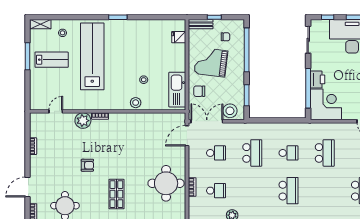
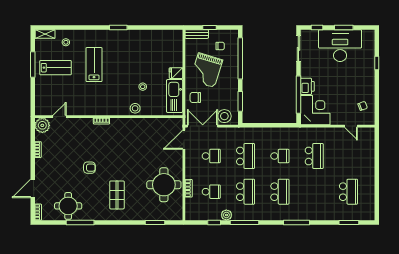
fridge: (179, 37) -> (176, 73), moved
lab bench: (92, 56) -> (94, 65), width x0.54, depth x0.72
grand piano: (211, 62) -> (206, 70), turned -80
plant: (83, 121) -> (42, 125), moved
school desk: (252, 191) -> (246, 192), added

